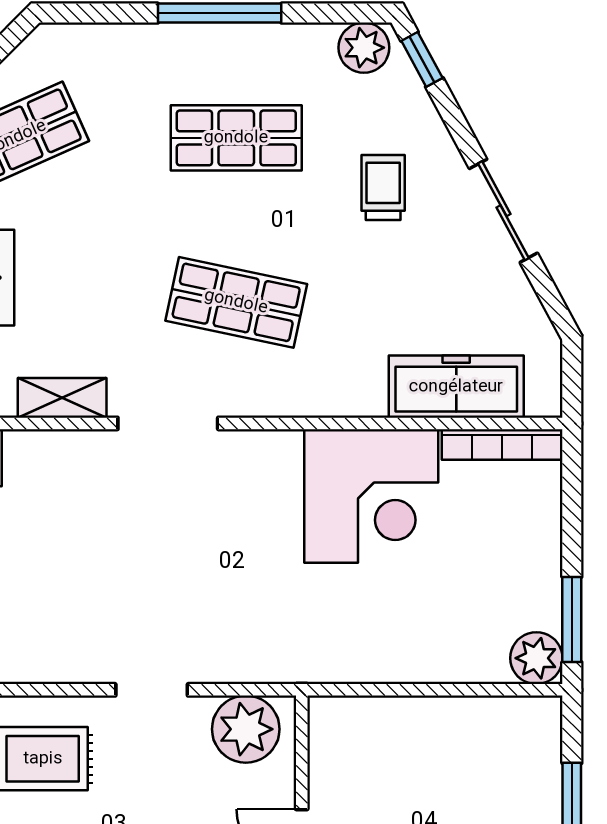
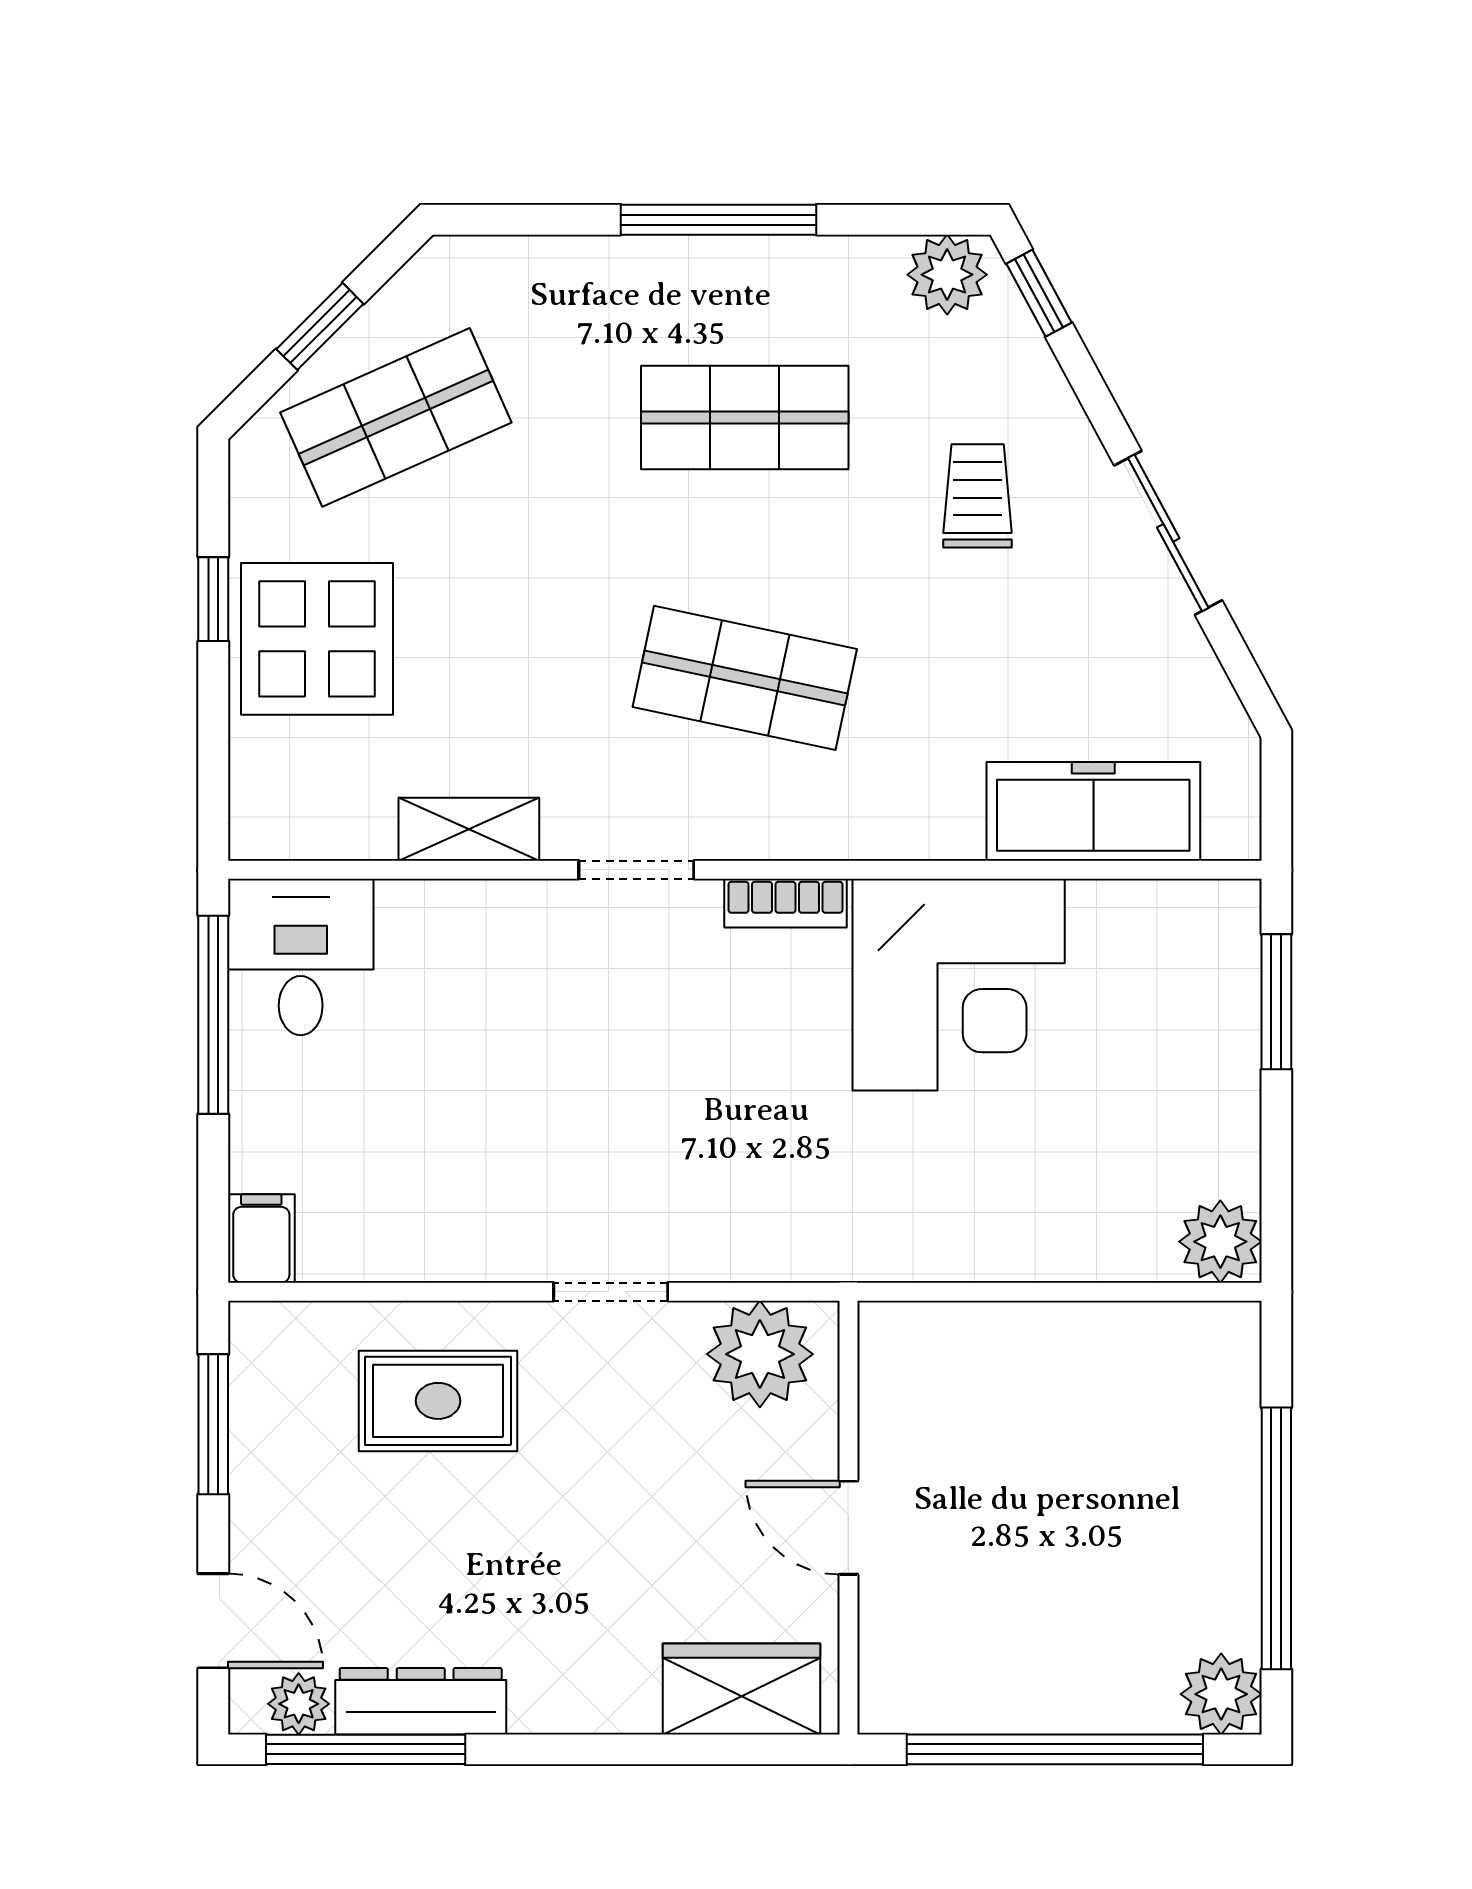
doorway: (168, 423) -> (636, 870), width x0.73
bookcase: (502, 445) -> (786, 903), moved, width x0.64
window: (572, 619) -> (1276, 1002), moved

